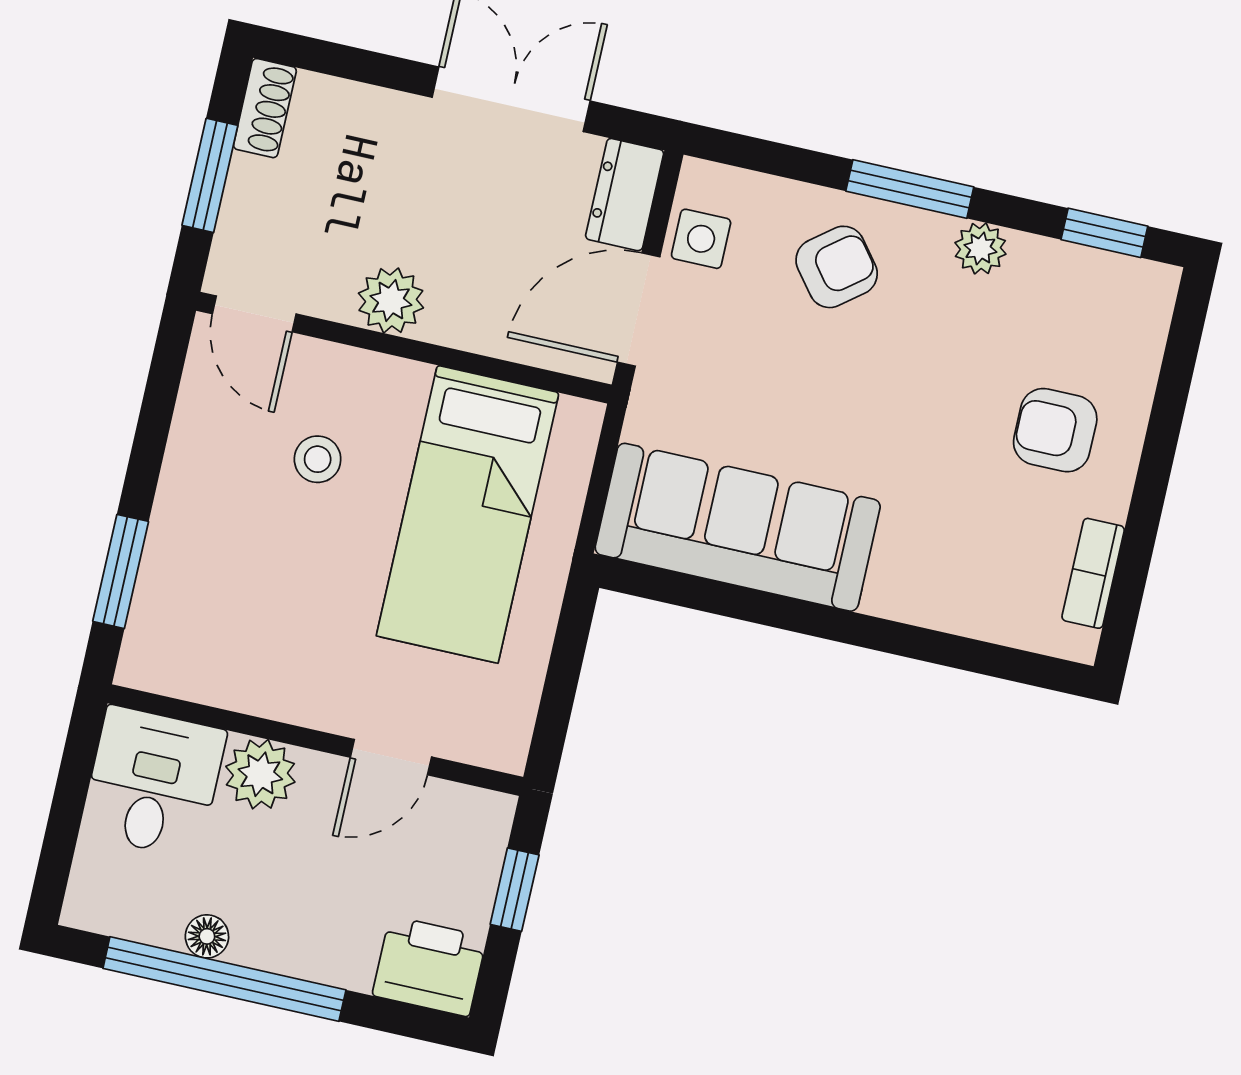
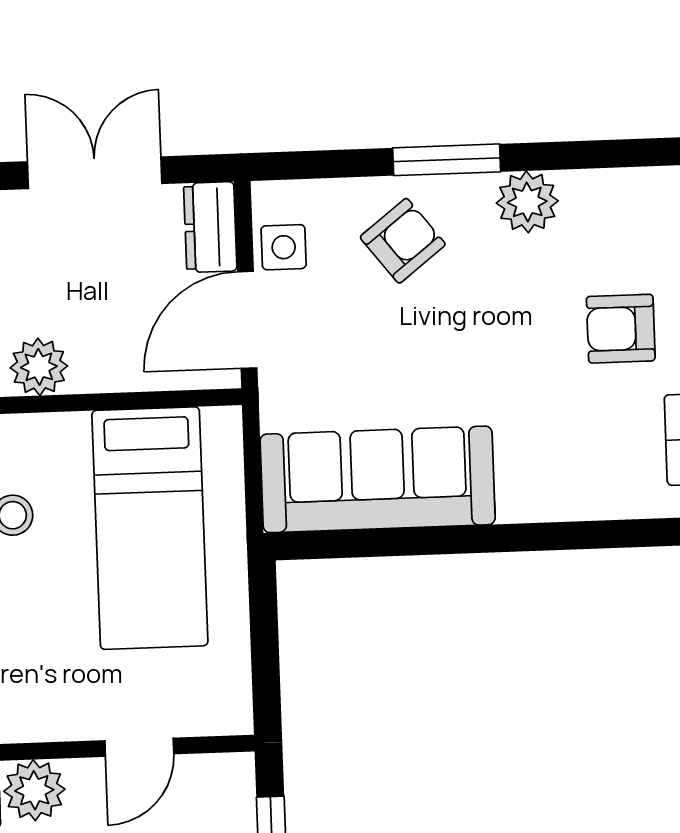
window: (1104, 233) -> (618, 153), removed
plant: (980, 248) -> (527, 202), width x1.38, depth x1.38

